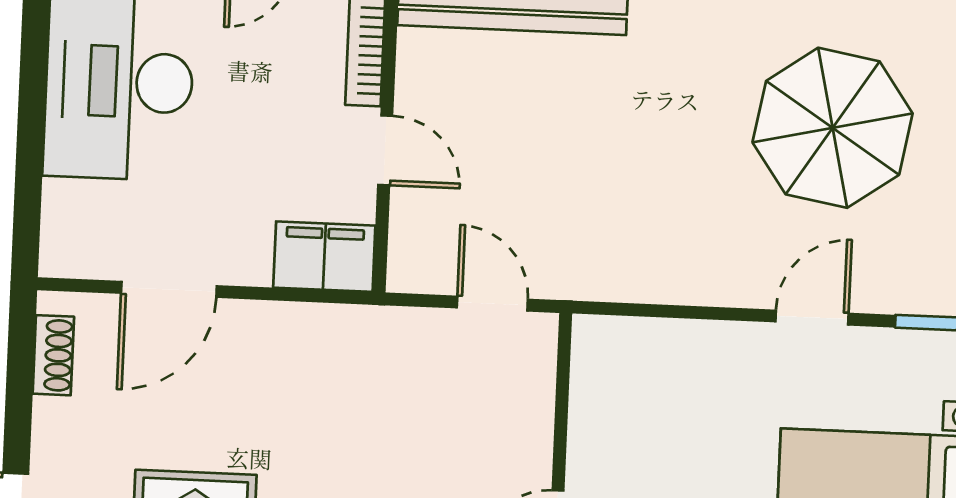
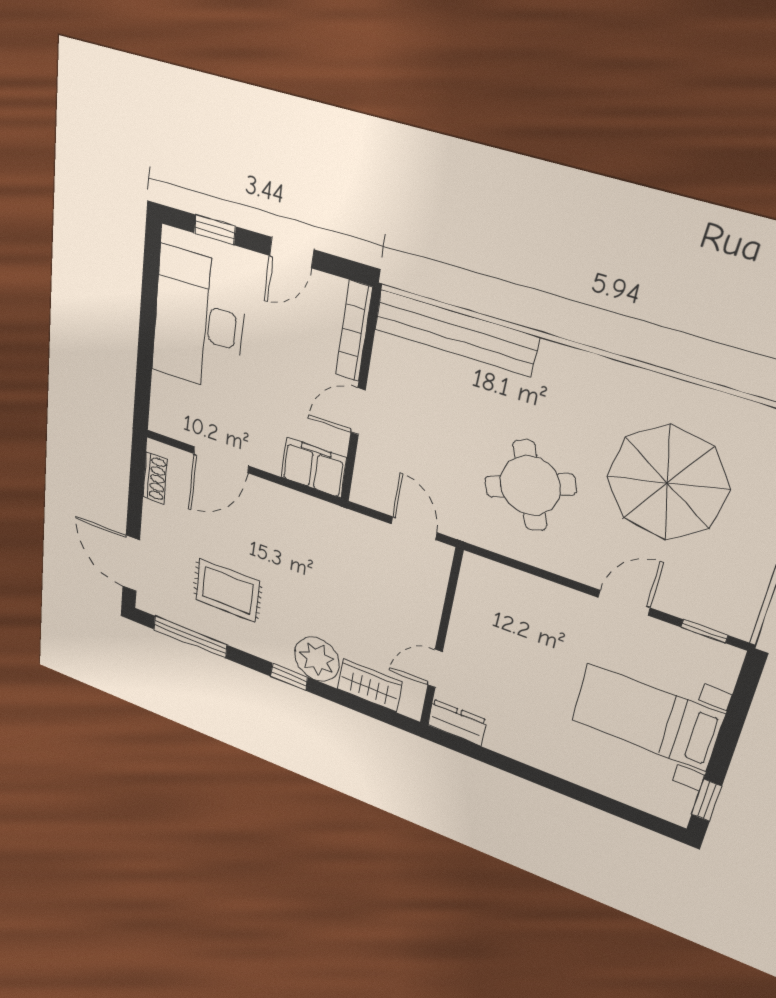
door: (385, 150) -> (358, 411), swing flipped
round table: (651, 187) -> (530, 485), added

